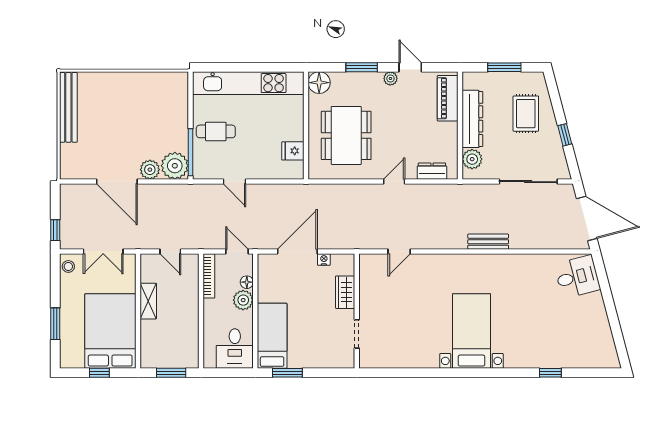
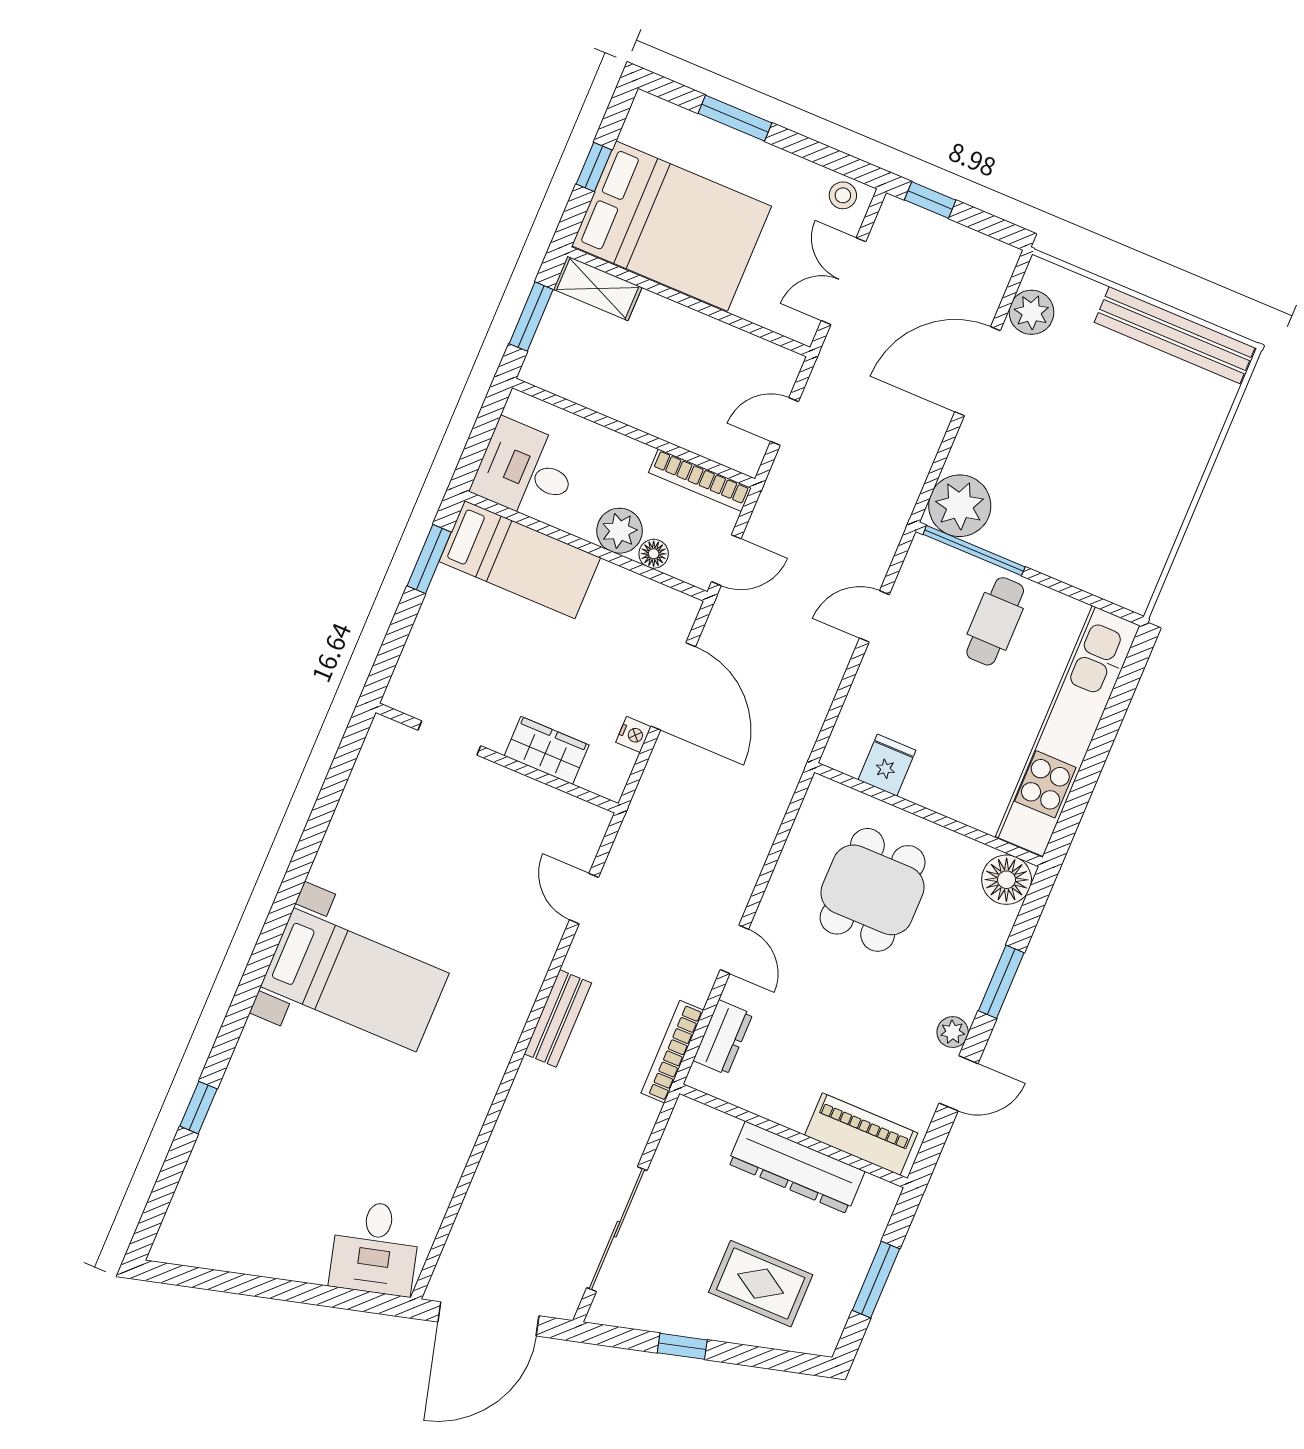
dining table: (346, 135) -> (873, 890), width x0.73
plant: (472, 159) -> (713, 1132), removed
plant: (150, 170) -> (1032, 312), moved
bookcase: (446, 189) -> (672, 1052), added
bench: (488, 242) -> (558, 1018), moved
shelving: (148, 301) -> (598, 288), moved

